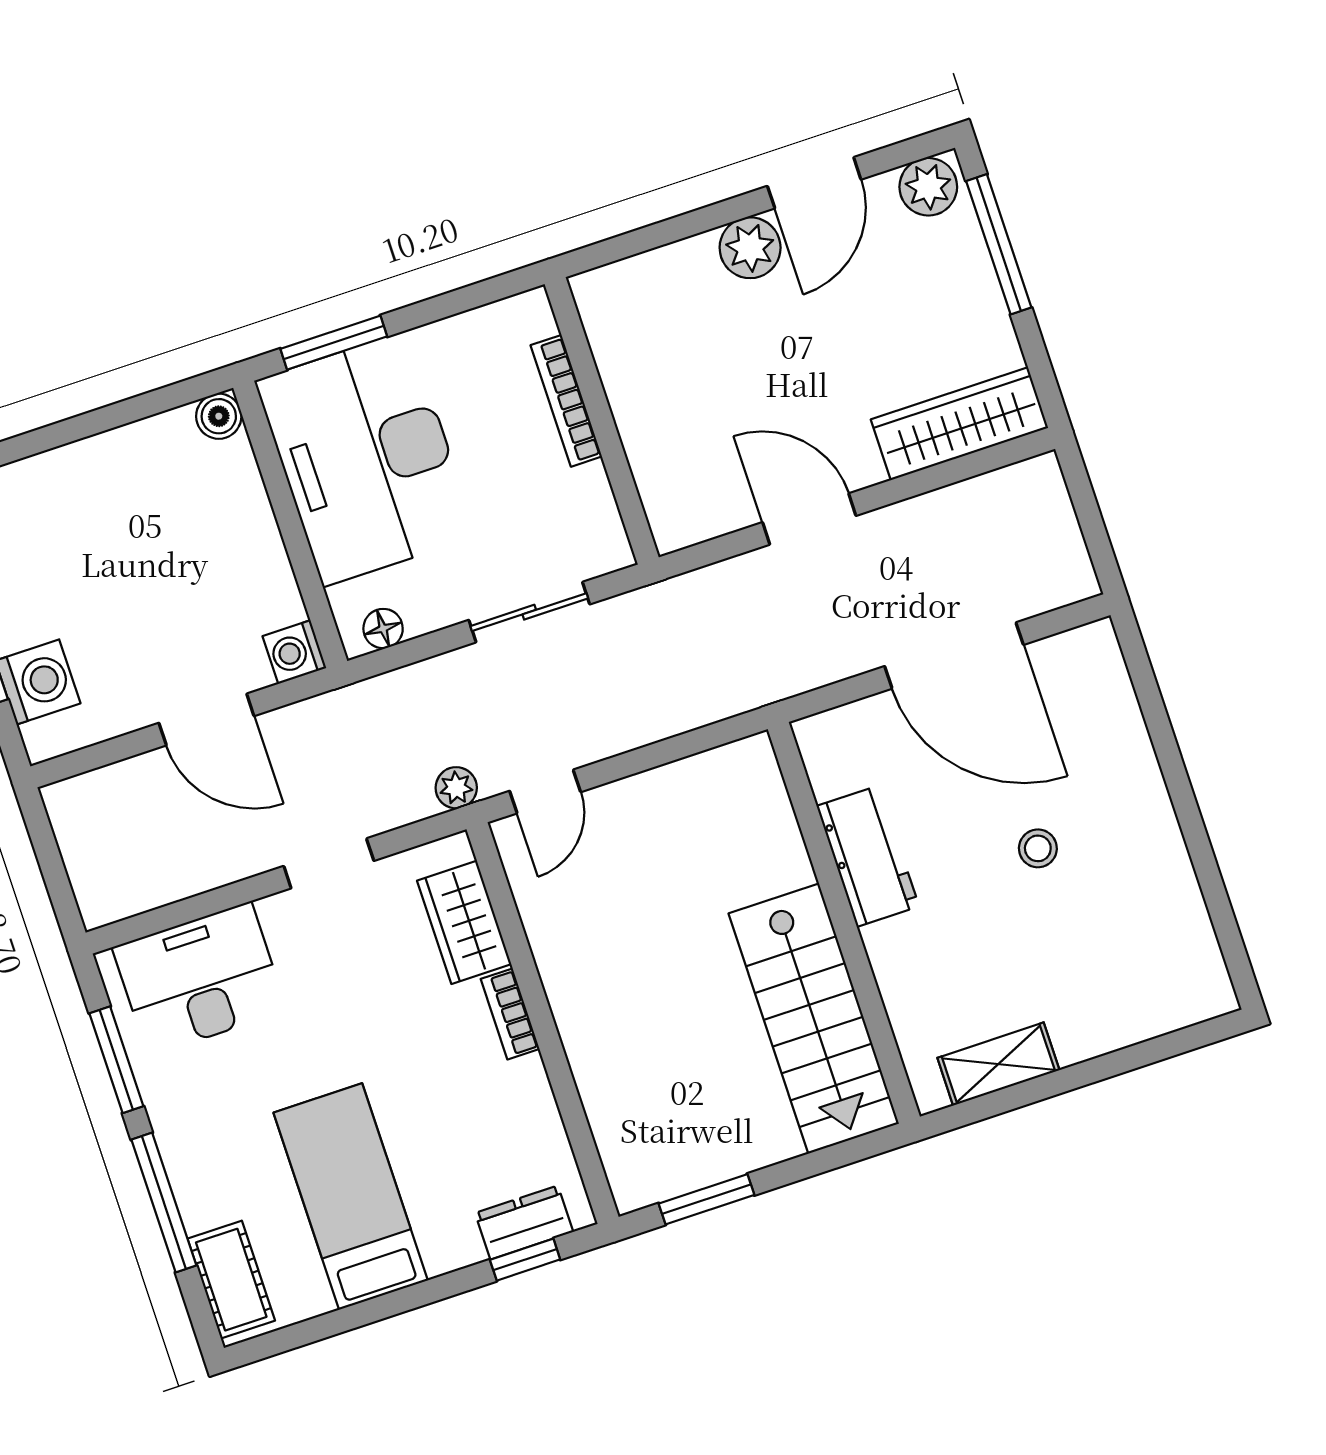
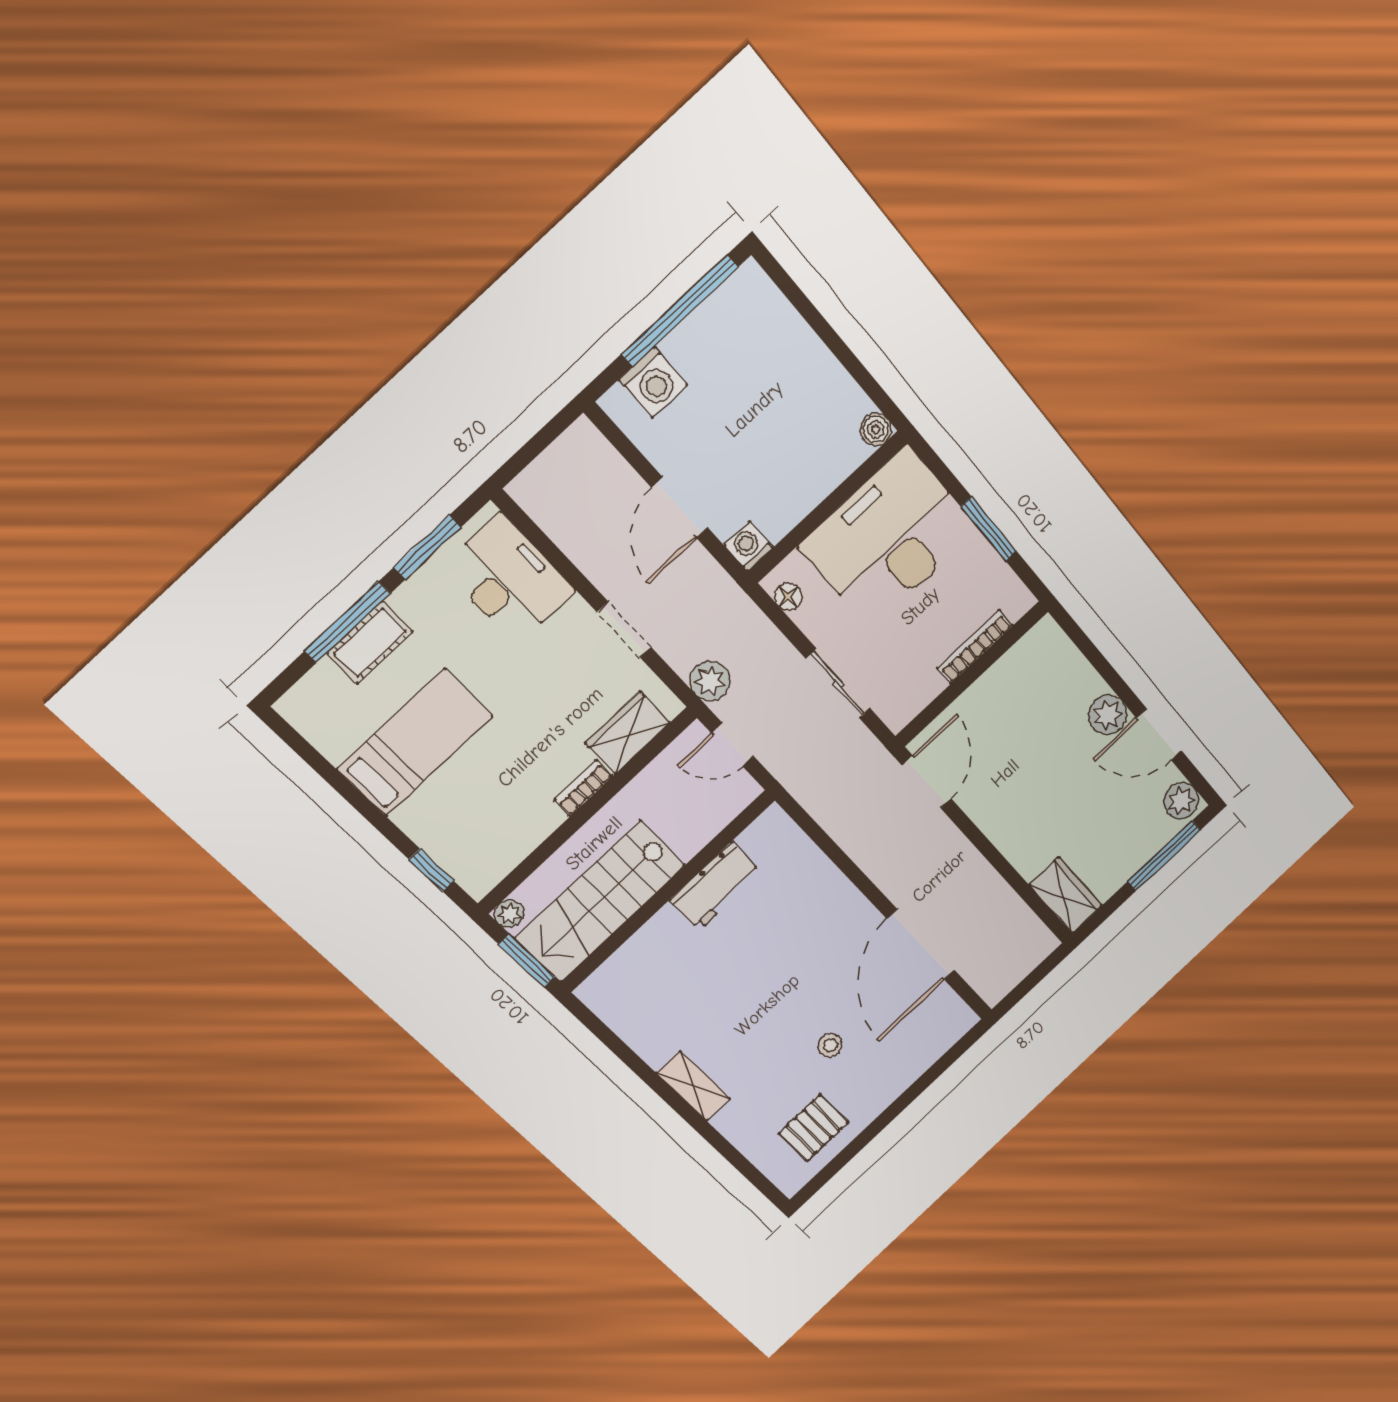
window: (334, 343) -> (989, 529), moved
wardrobe: (959, 424) -> (1066, 895), width x0.67
door: (809, 519) -> (927, 782), moved
plant: (456, 788) -> (710, 681), width x1.38, depth x1.38
workbench: (868, 856) -> (715, 886), moved
wall: (844, 923) -> (668, 891), moved
pallet: (1149, 927) -> (814, 1128), added
stairs: (814, 1019) -> (600, 902), moved
plant: (632, 1191) -> (509, 914), added
dresser: (524, 1222) -> (455, 859), removed
cot: (231, 1280) -> (370, 643), moved

